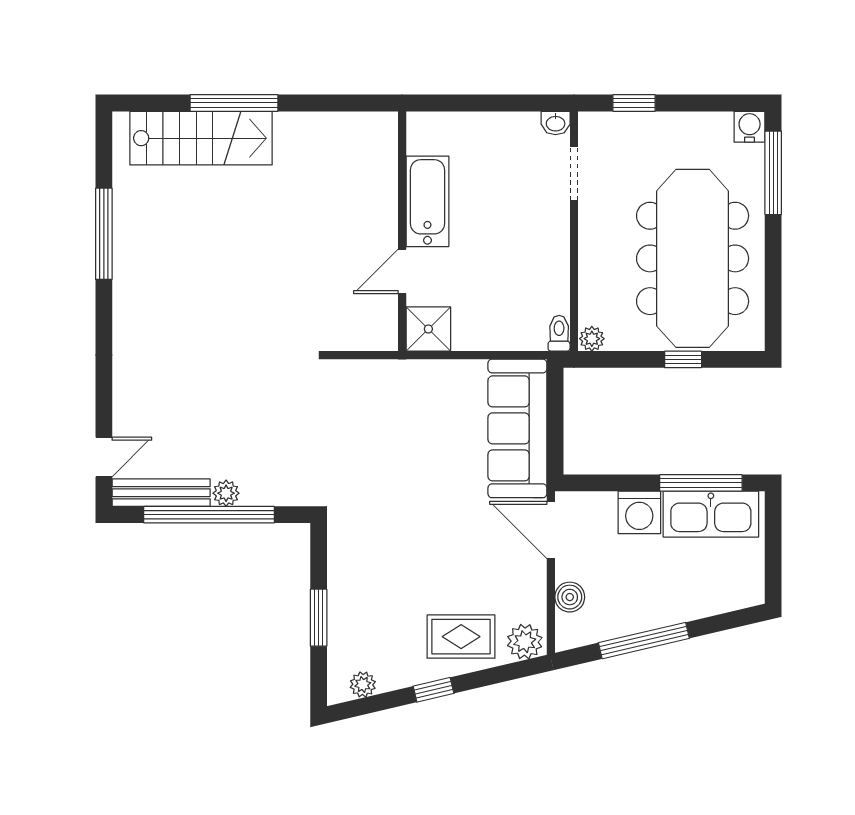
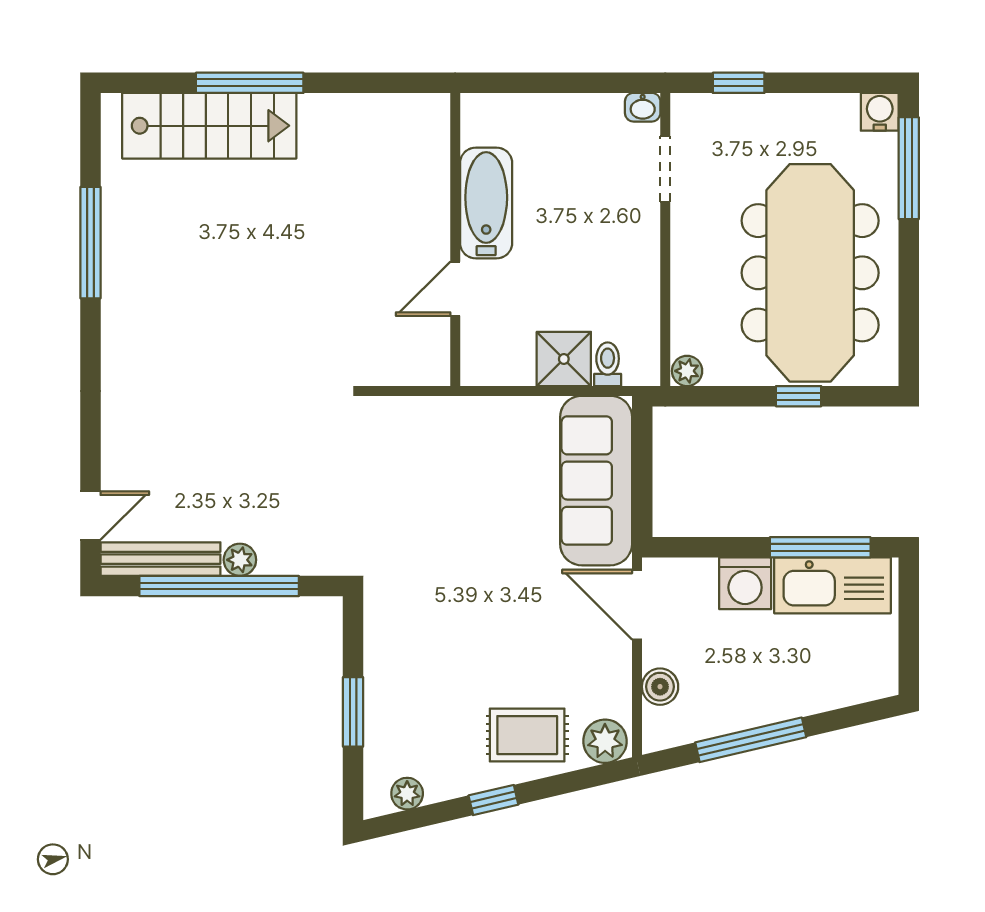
shower: (428, 329) -> (564, 359), moved
toilet: (559, 333) -> (608, 364), moved

